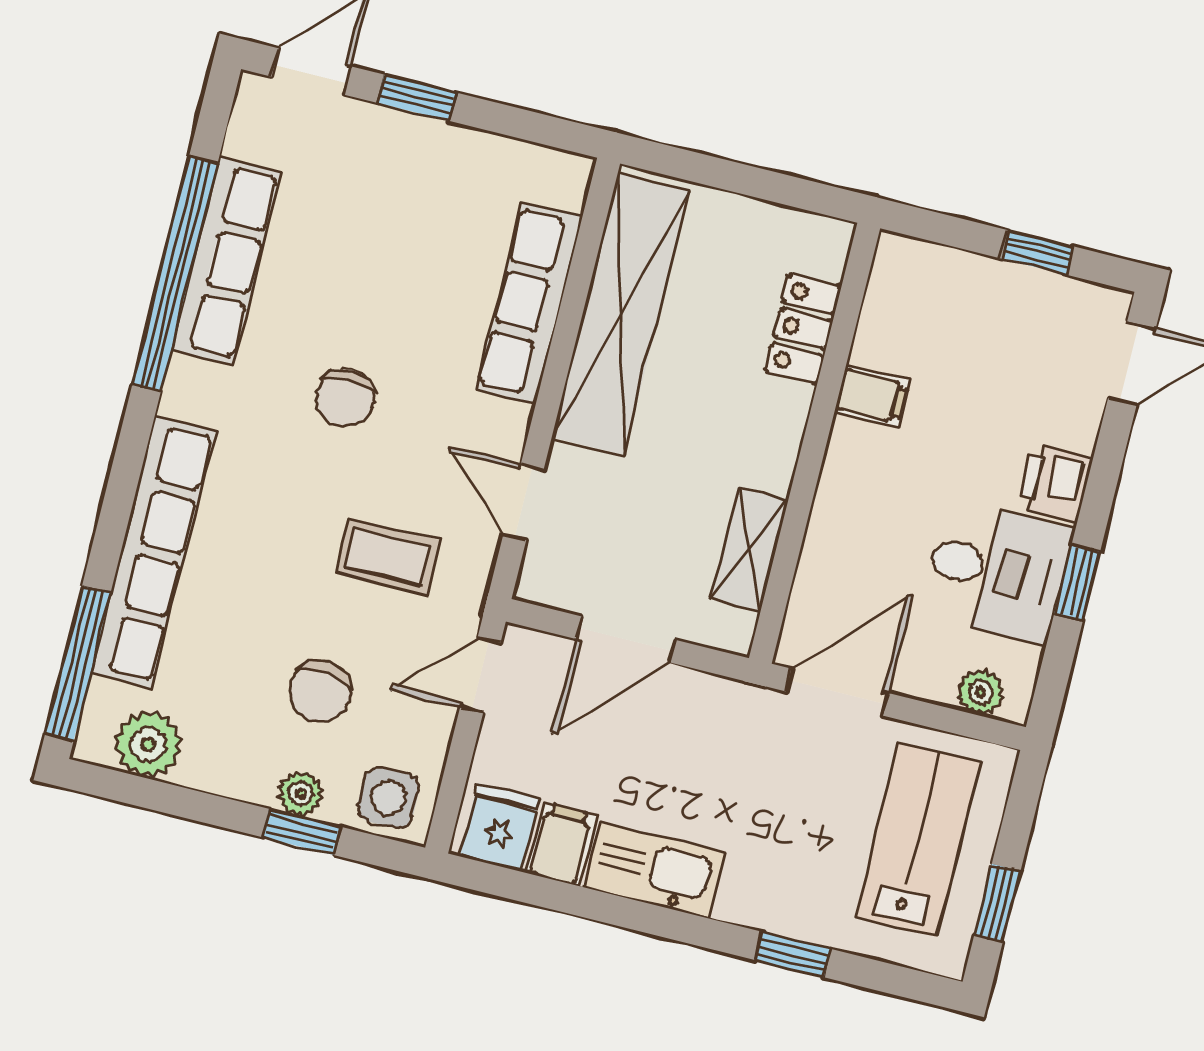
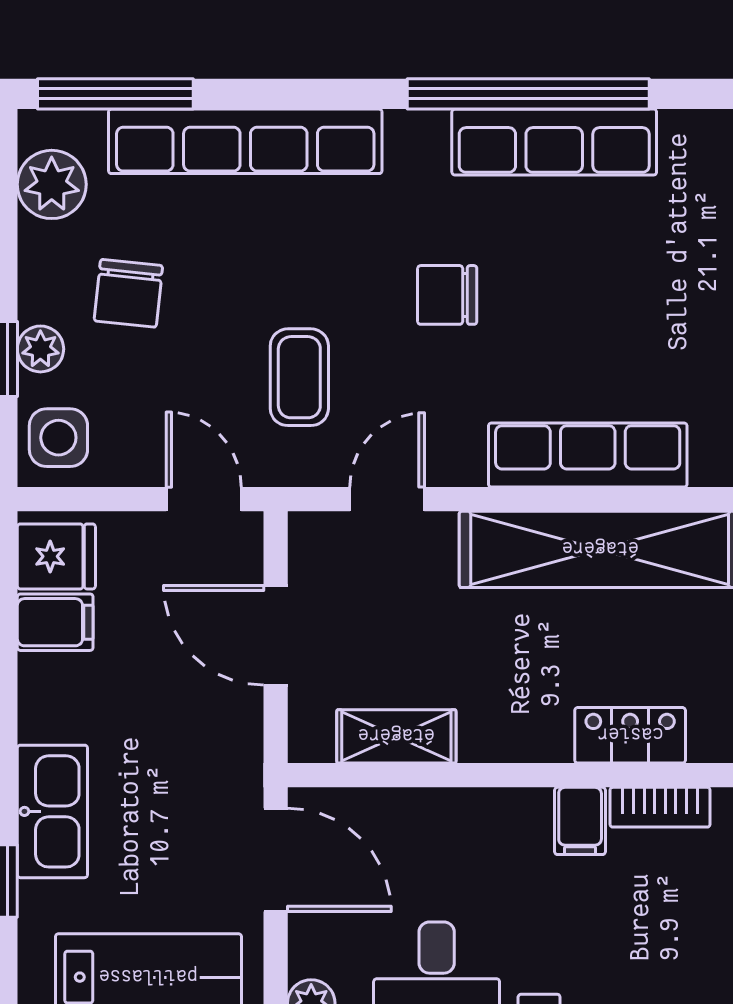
bookcase: (878, 318) -> (660, 807), added
chair: (320, 692) -> (128, 293), moved, turned -90
kitchen sink: (654, 870) -> (52, 811), moved

